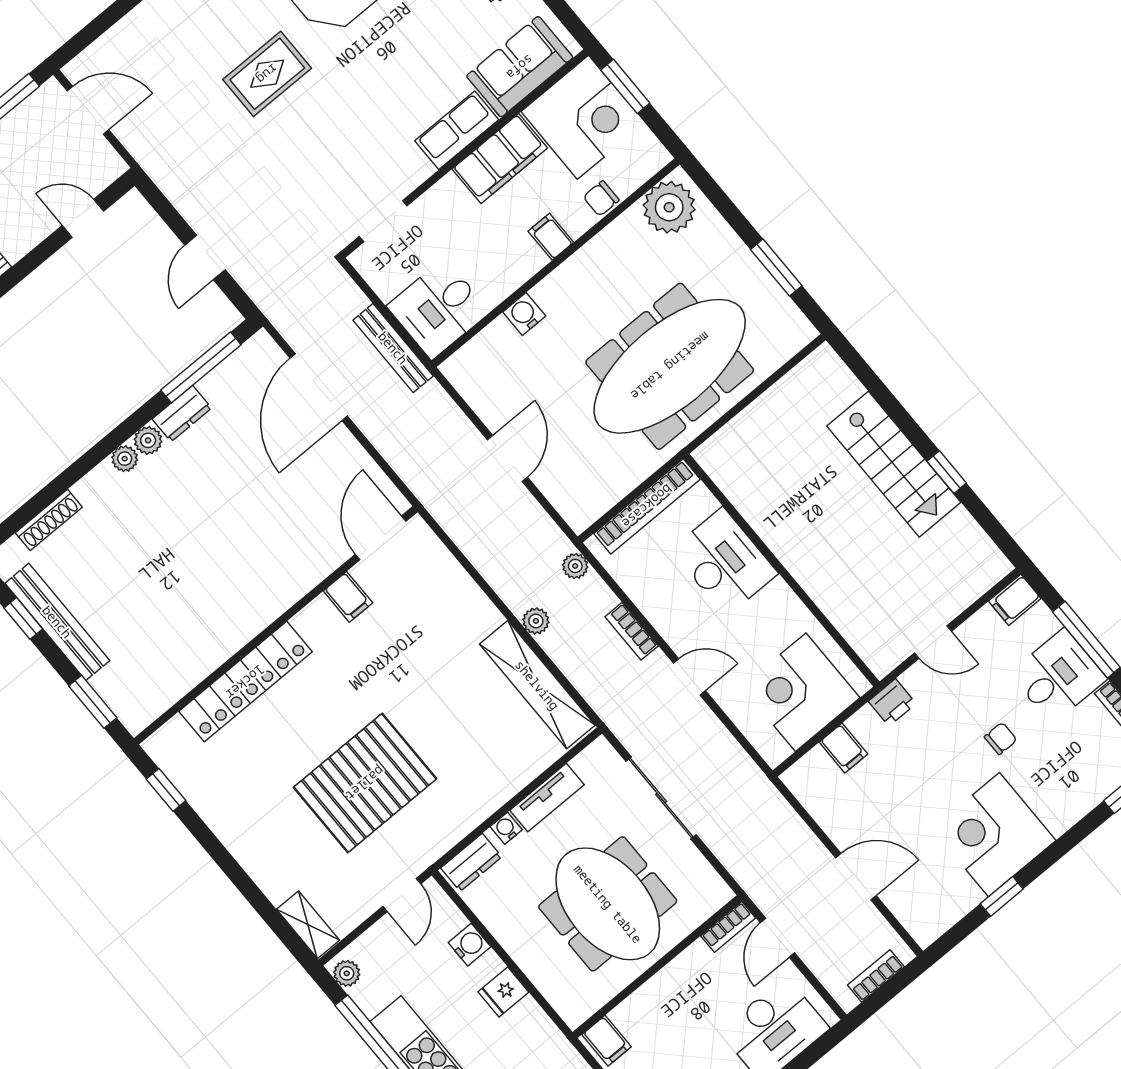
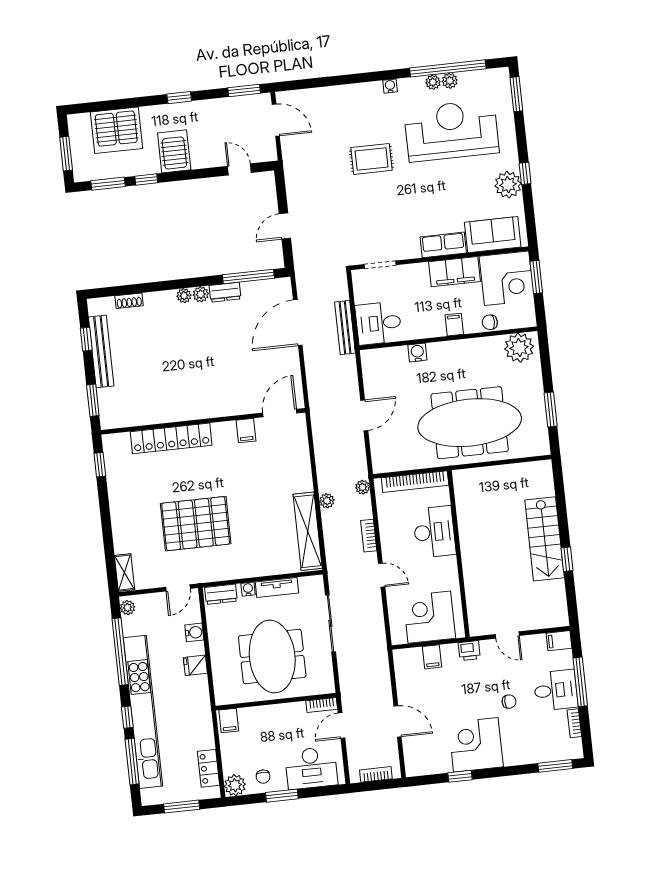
shoe rack: (49, 520) -> (129, 301), width x0.70

